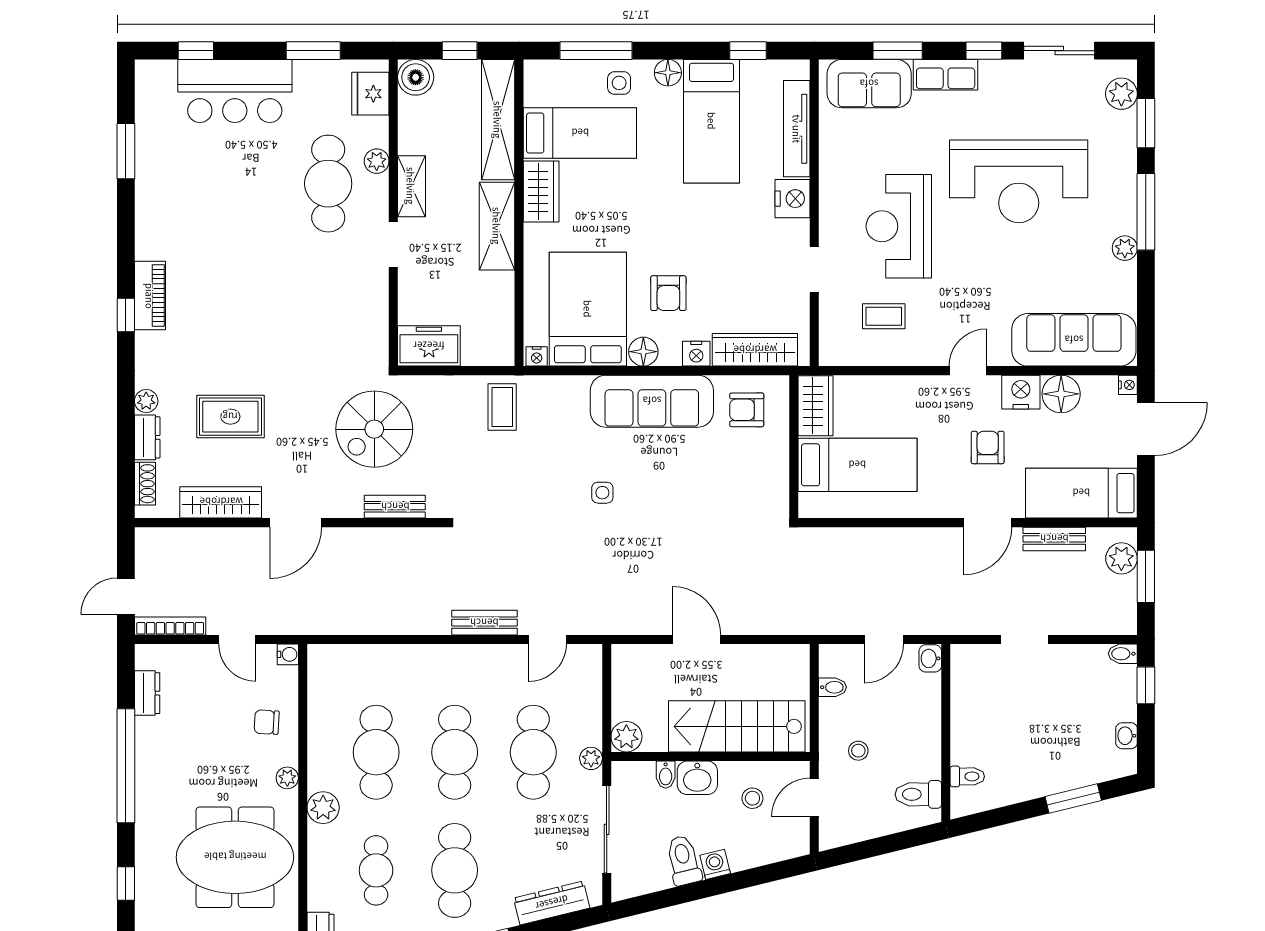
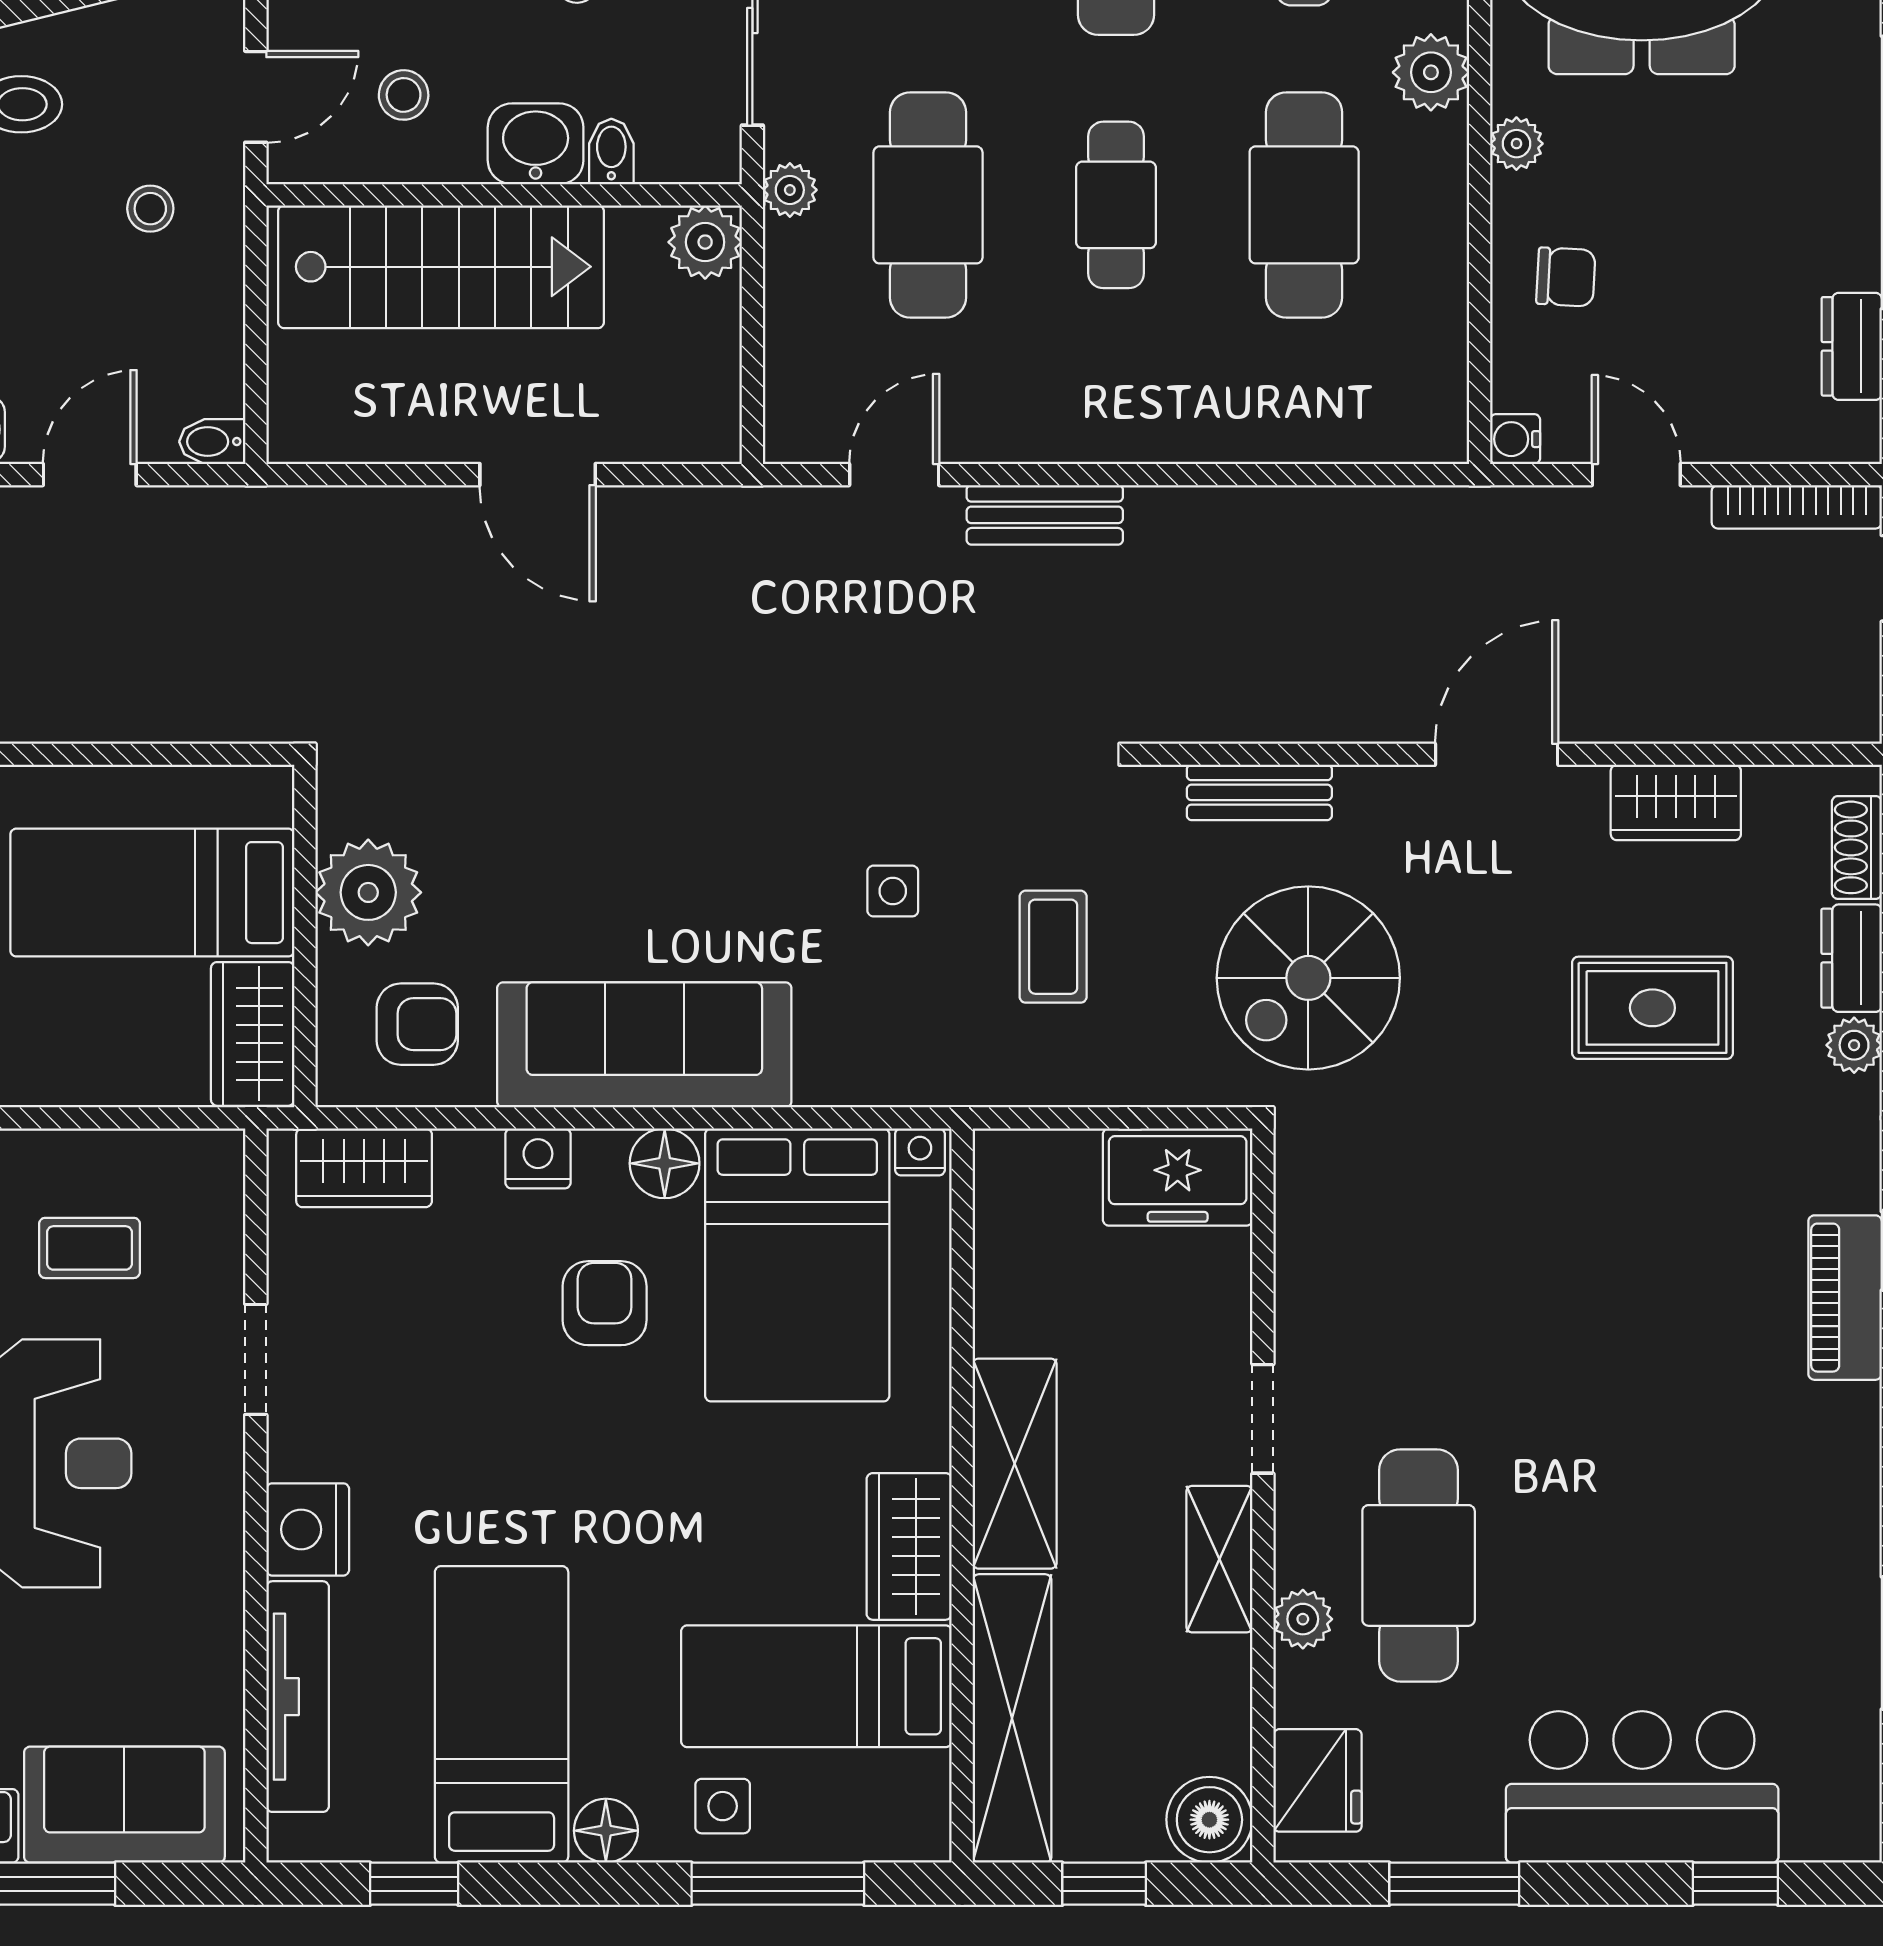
wardrobe: (755, 350) -> (364, 1168), width x0.67
coffee table: (502, 407) -> (1053, 947), moved
spiral stairs: (374, 429) -> (1308, 978), turned 180
plant: (767, 465) -> (368, 892), added
side table: (602, 493) -> (893, 891), moved
wardrobe: (221, 502) -> (1676, 802), width x0.67
bidet: (832, 687) -> (212, 442), moved
cafe table: (455, 752) -> (1116, 205), width x0.73, depth x0.74

